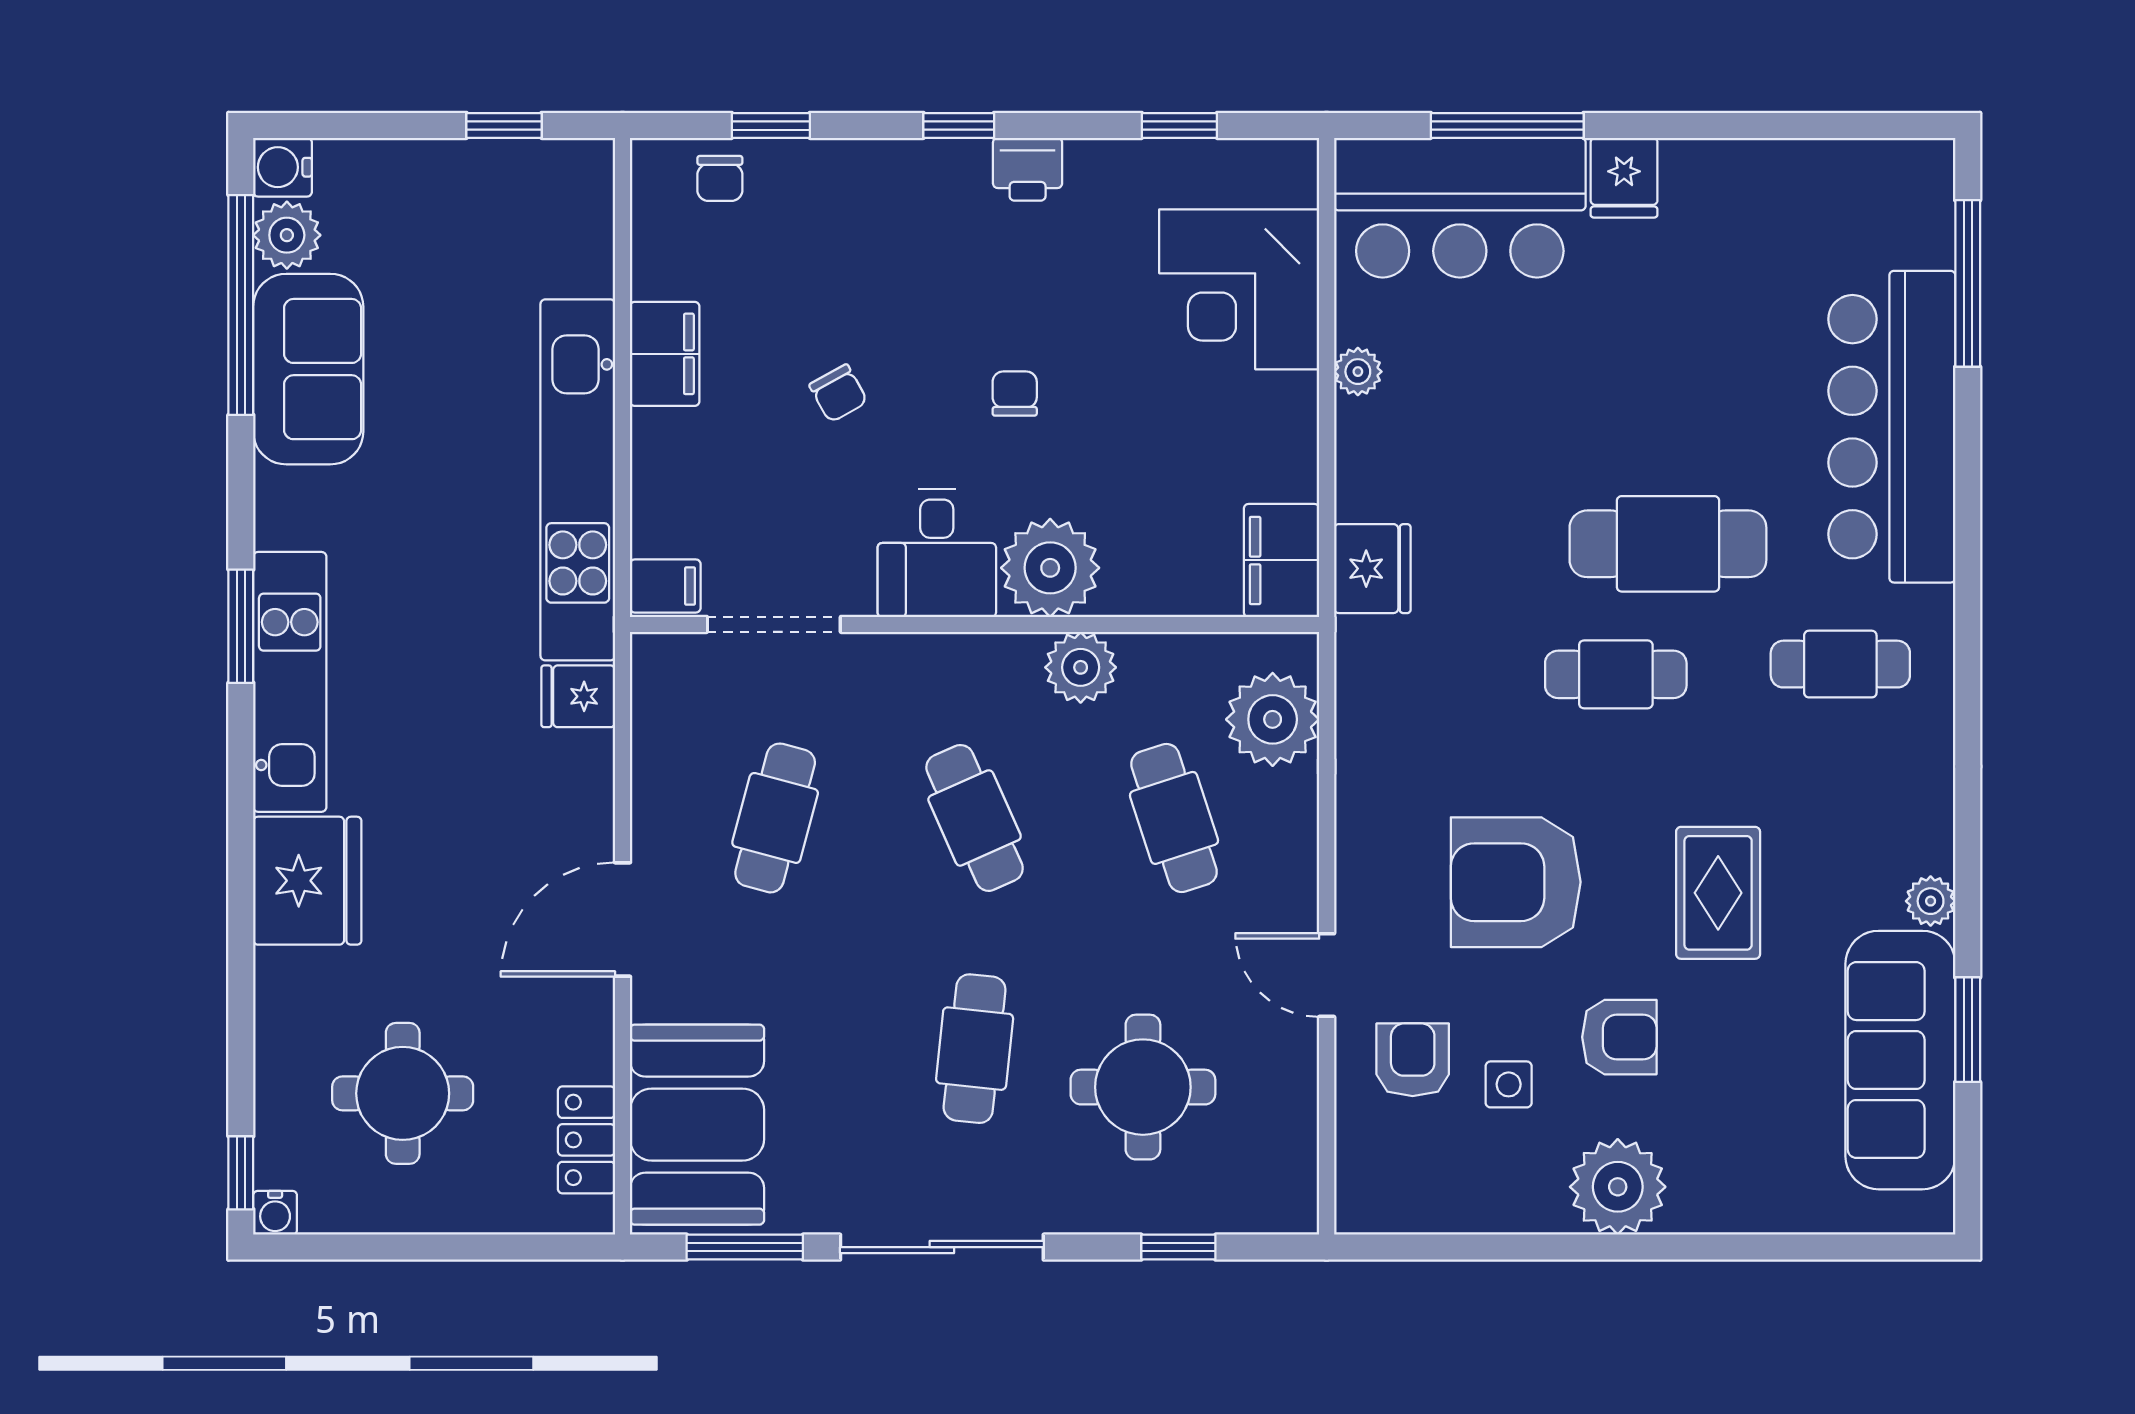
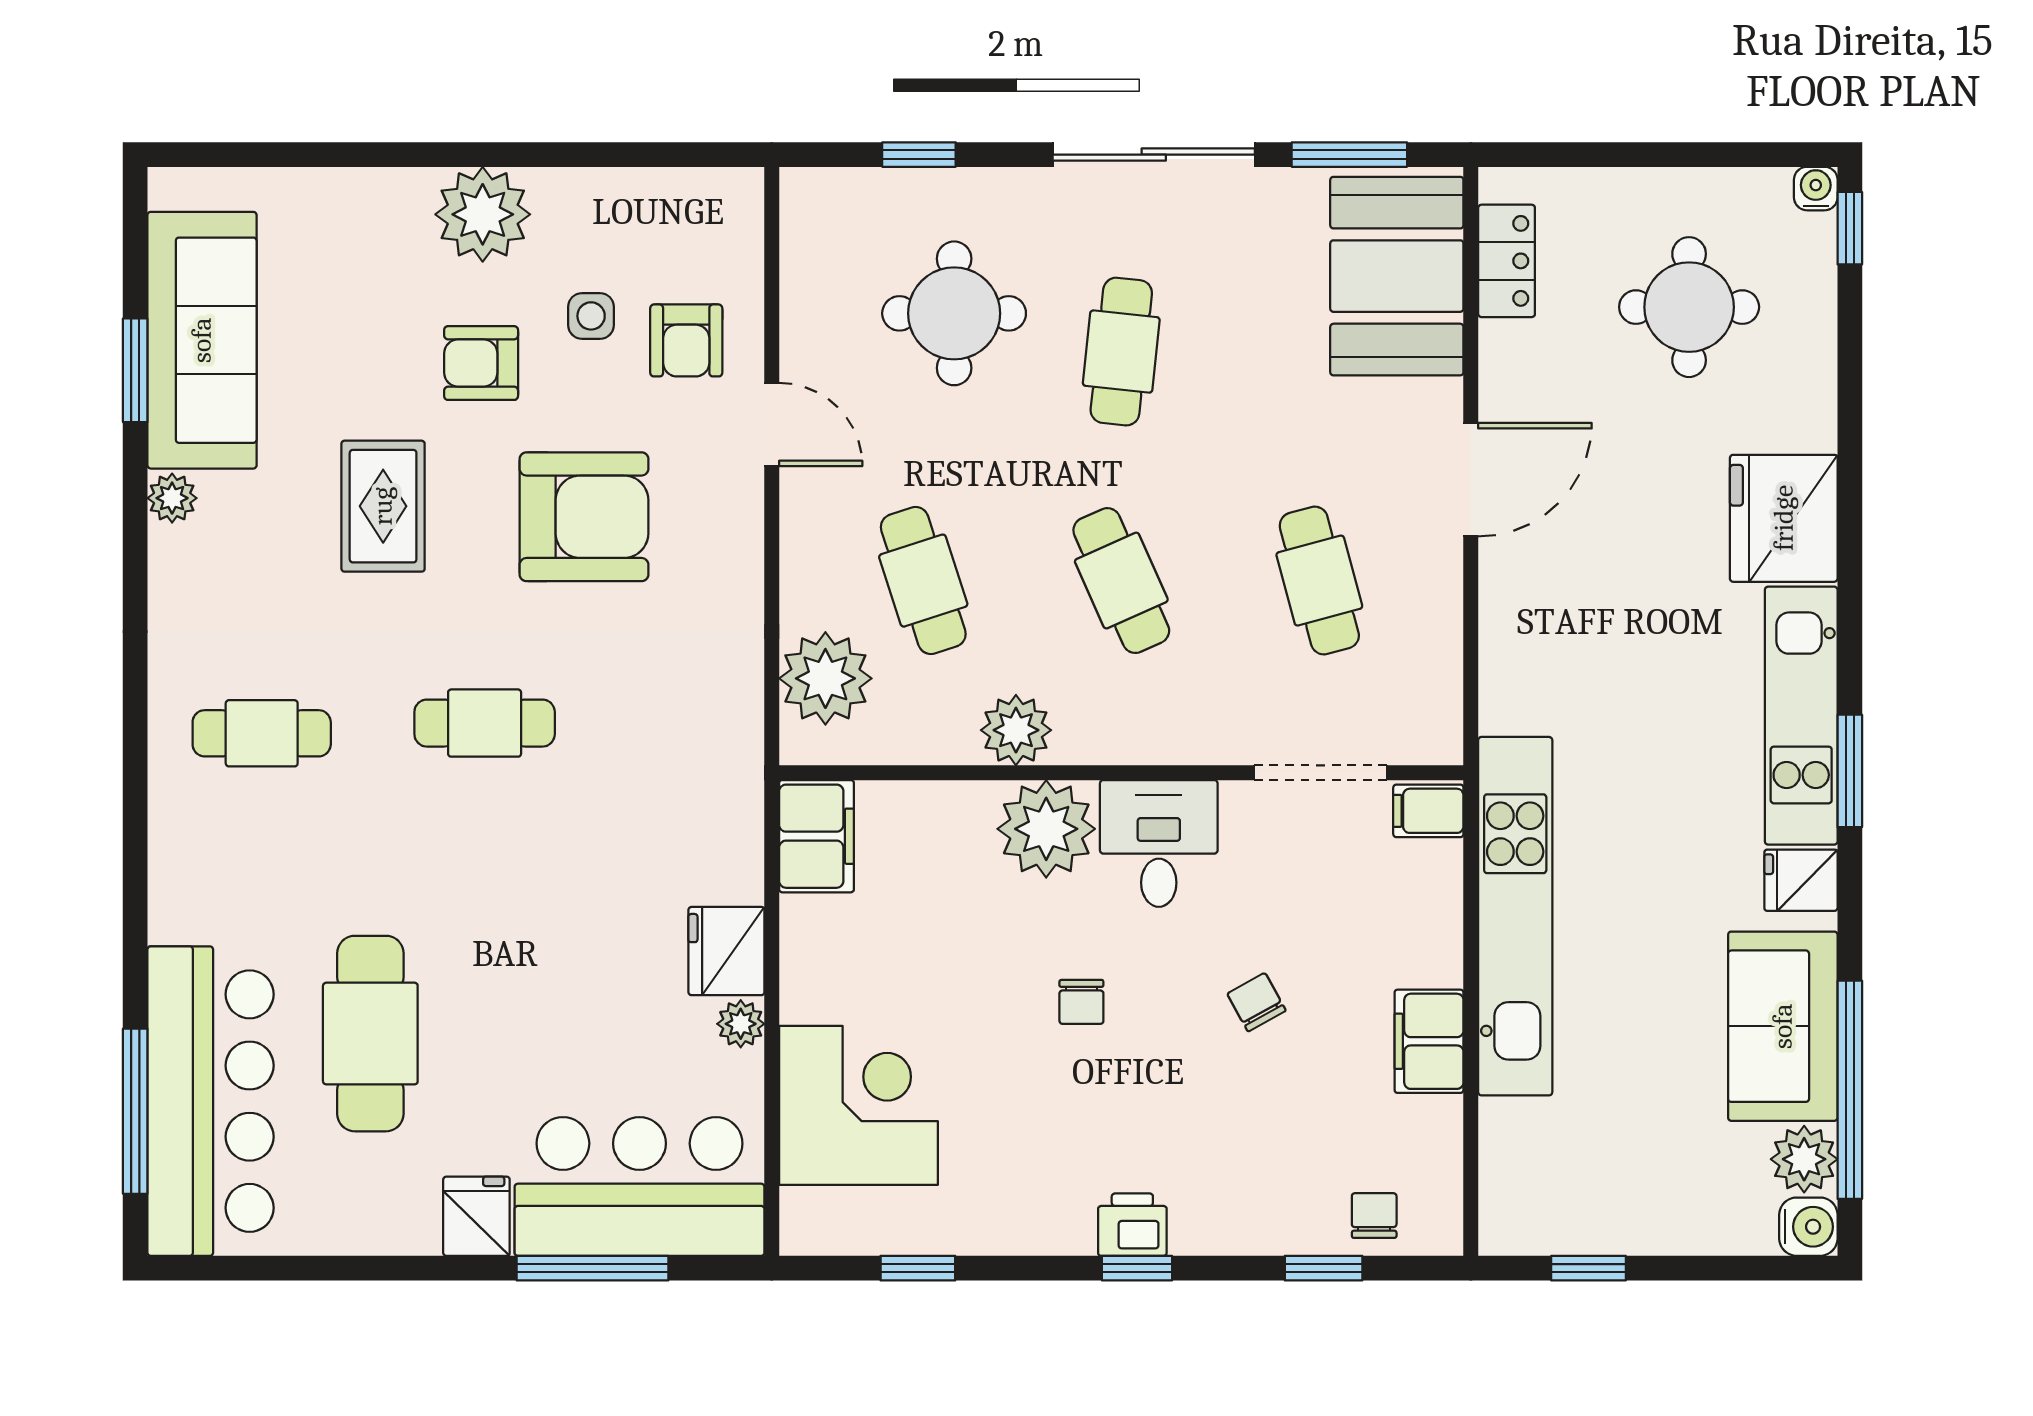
printer: (1028, 169) -> (1132, 1225), moved
bar counter: (1892, 427) -> (211, 1101), moved
cafe table: (1668, 544) -> (370, 1034), moved, turned 90
fridge: (1372, 569) -> (726, 951), moved
fridge: (578, 696) -> (1801, 880), moved, turned 180
cafe table: (775, 818) -> (1319, 581), turned -30

